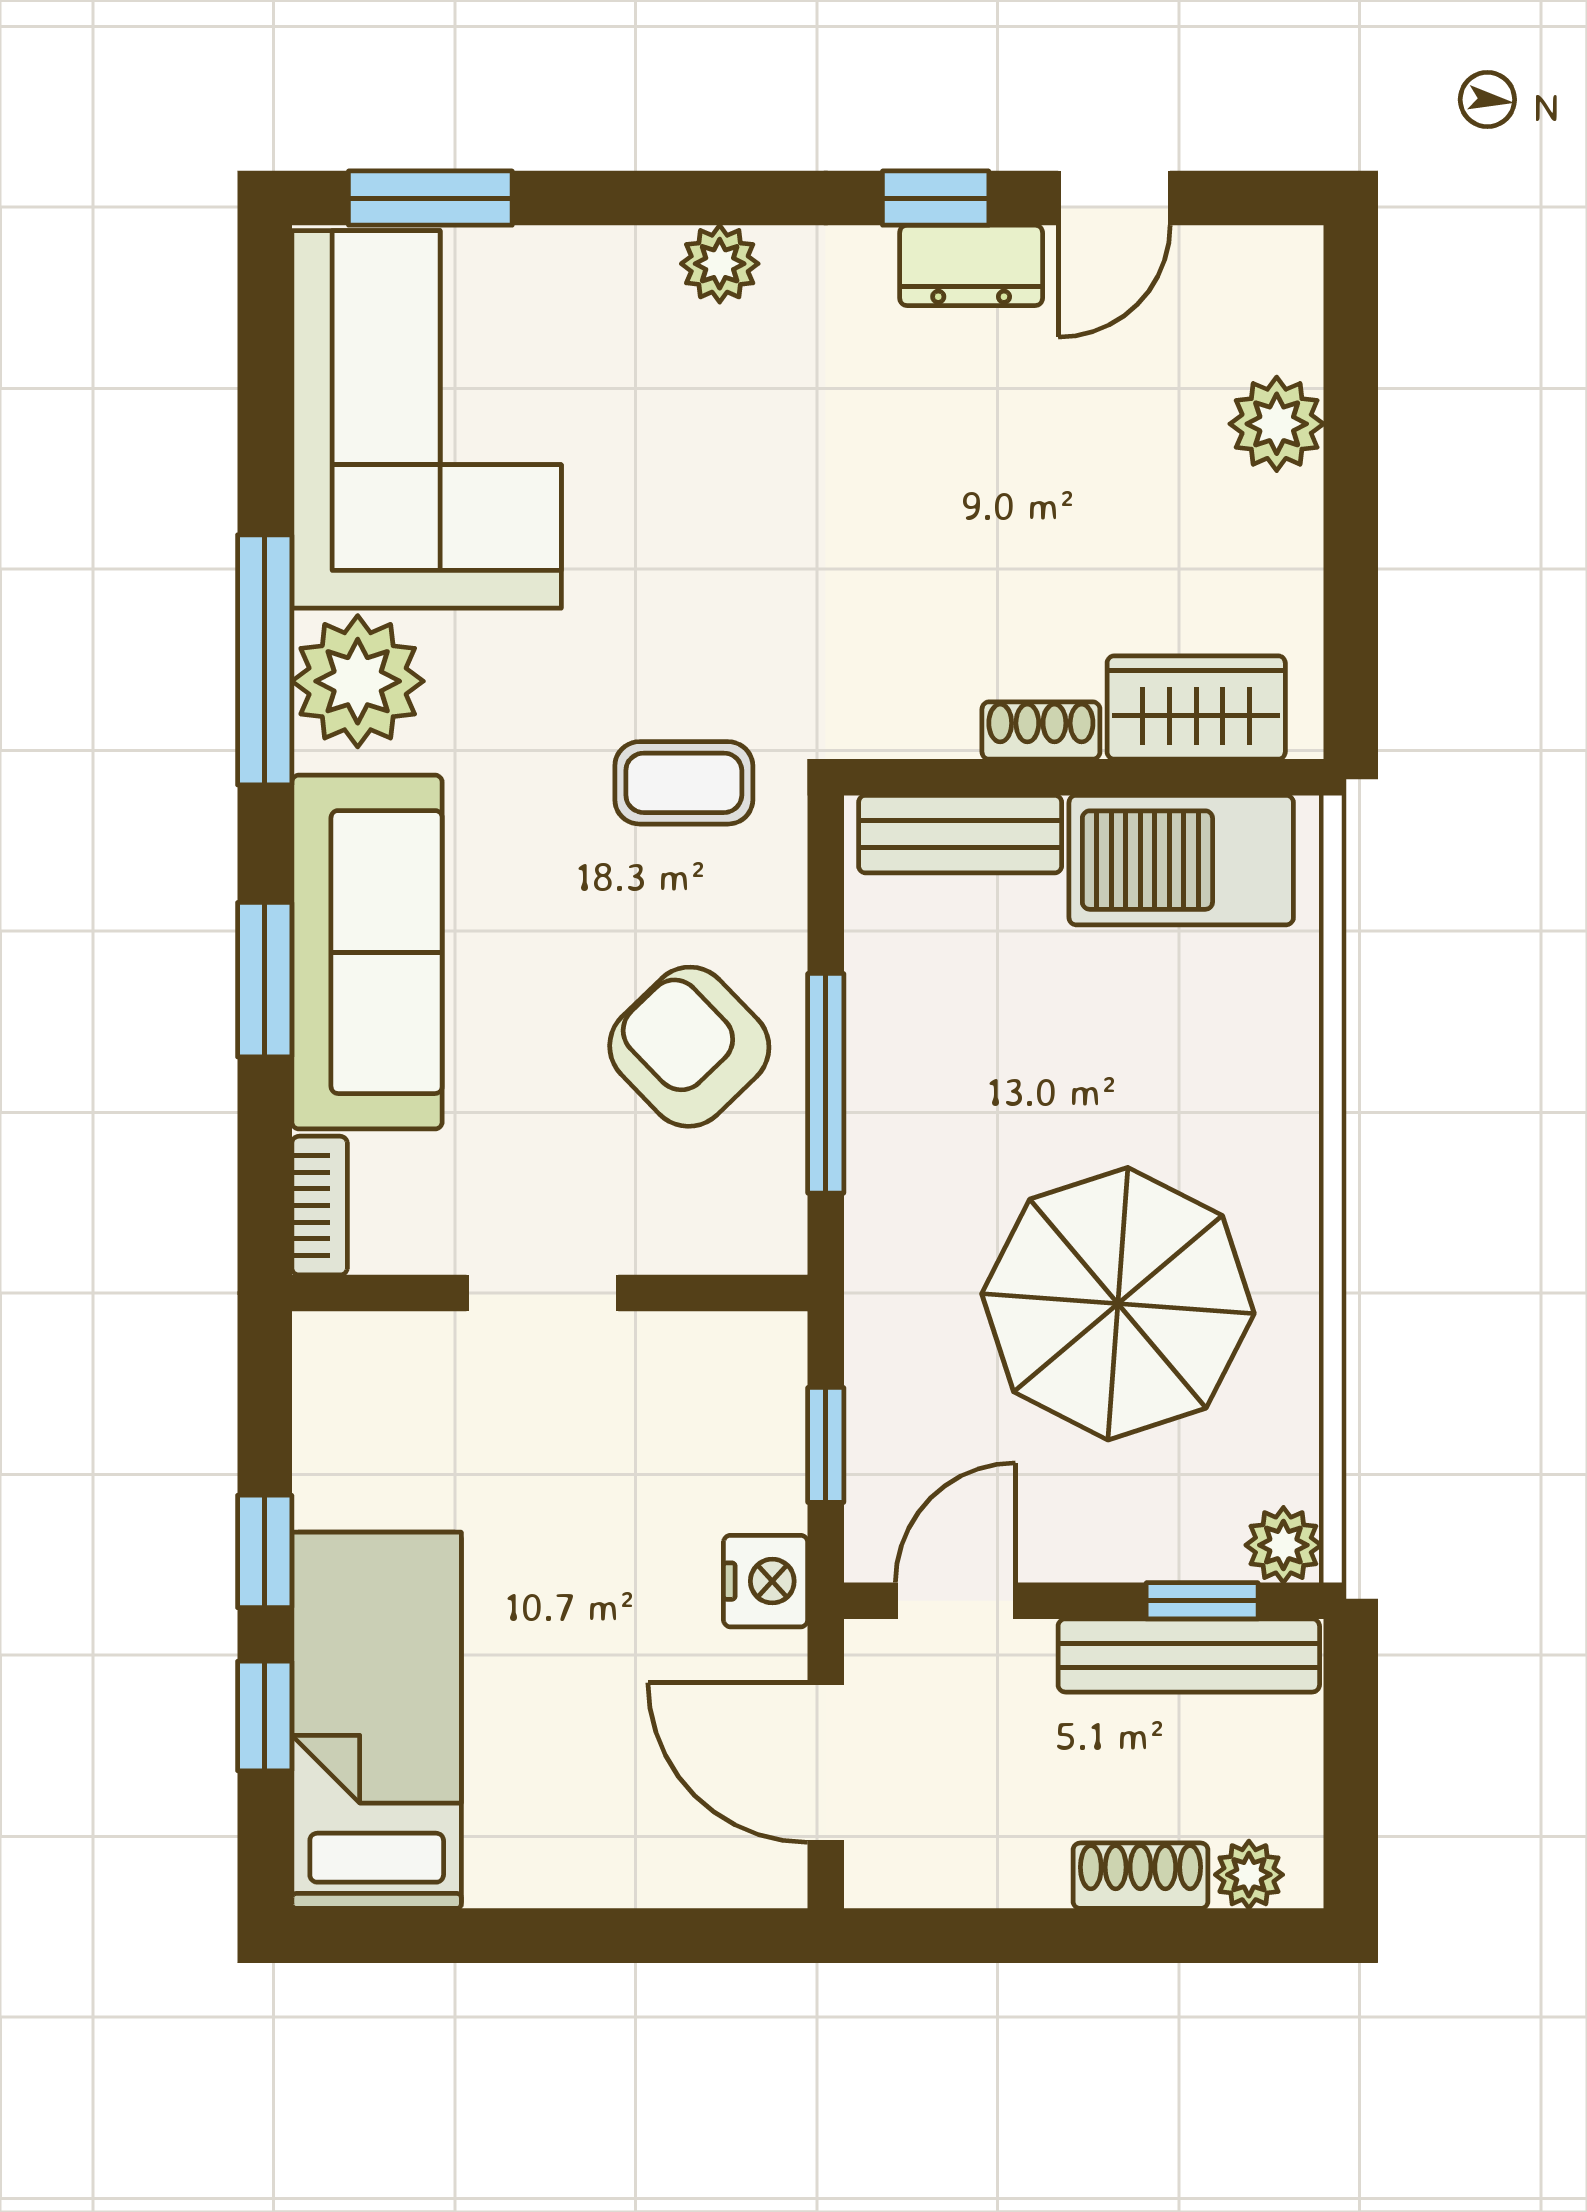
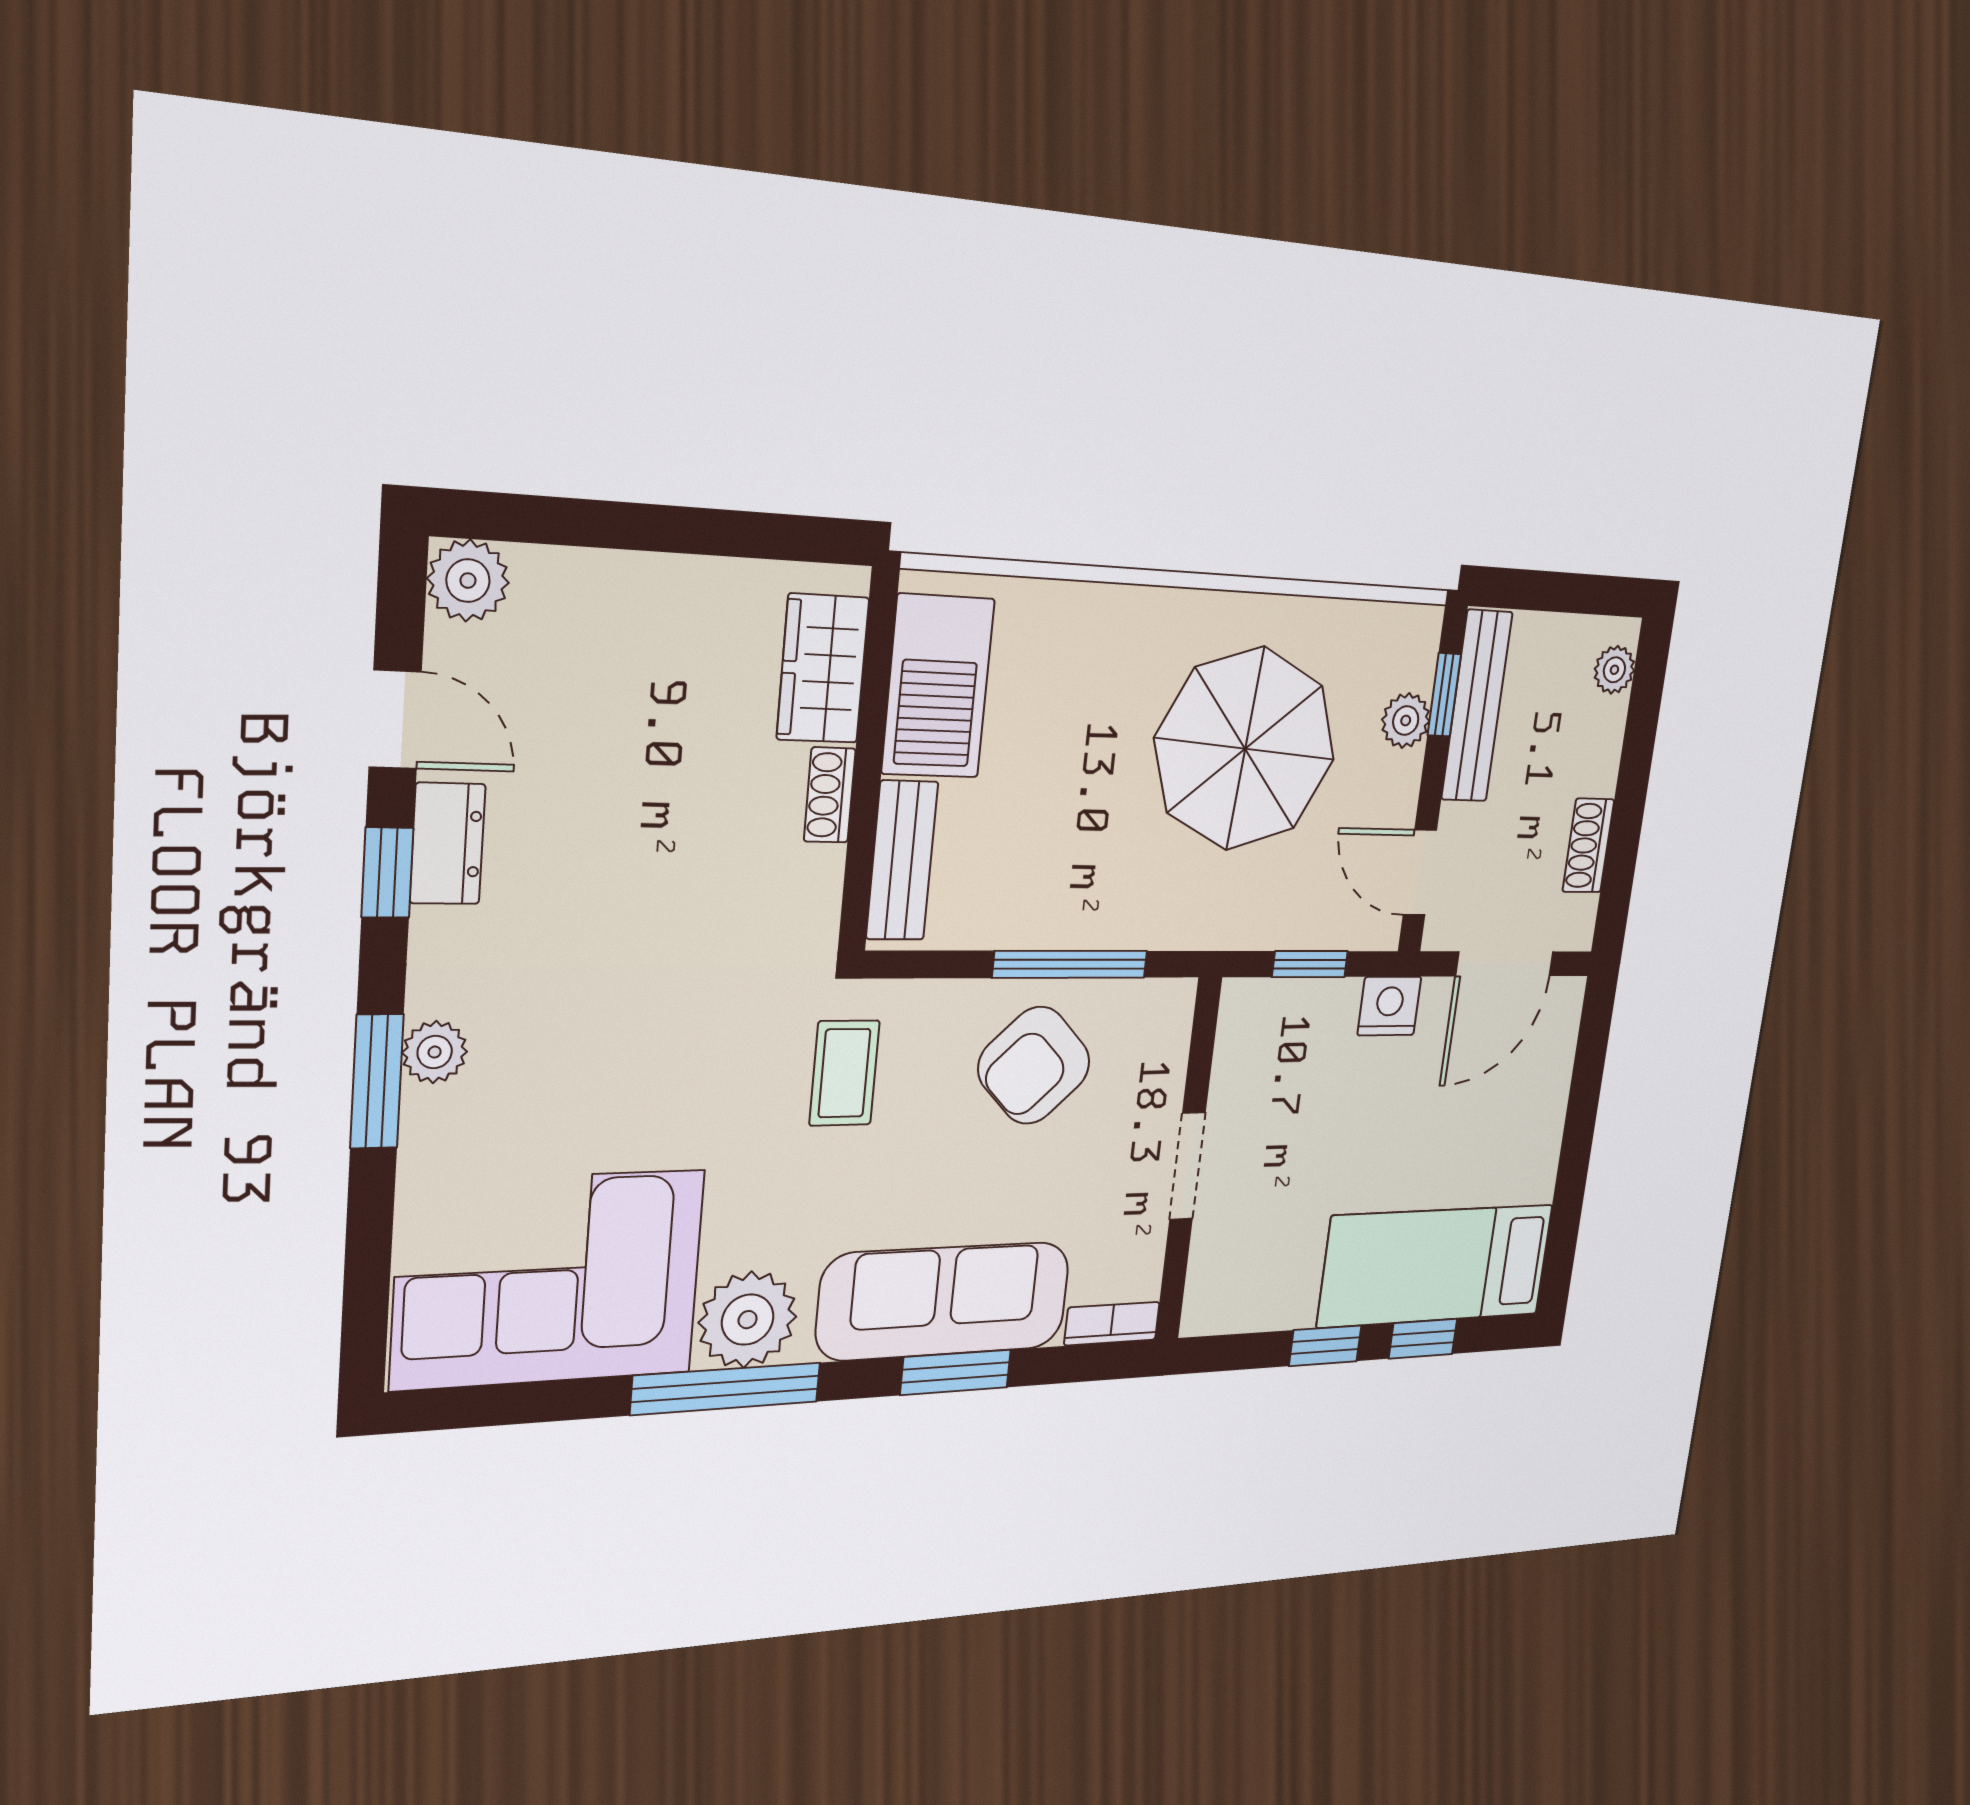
window: (430, 198) -> (377, 1081), moved
plant: (1277, 424) -> (468, 581), moved
plant: (1283, 1545) -> (1406, 721), moved
shoe rack: (1140, 1876) -> (1588, 846), moved

